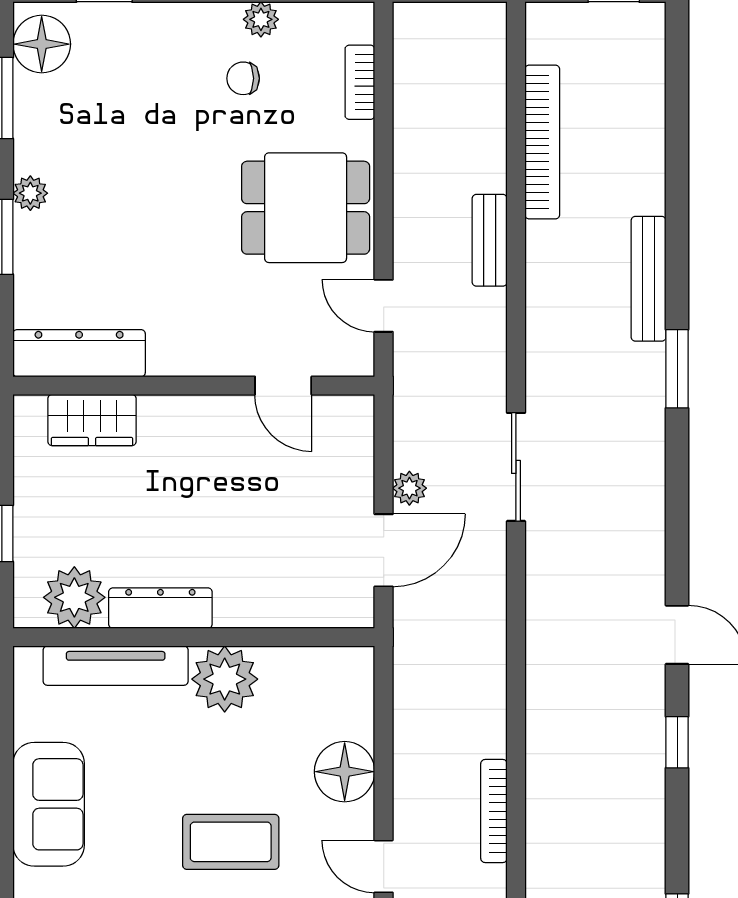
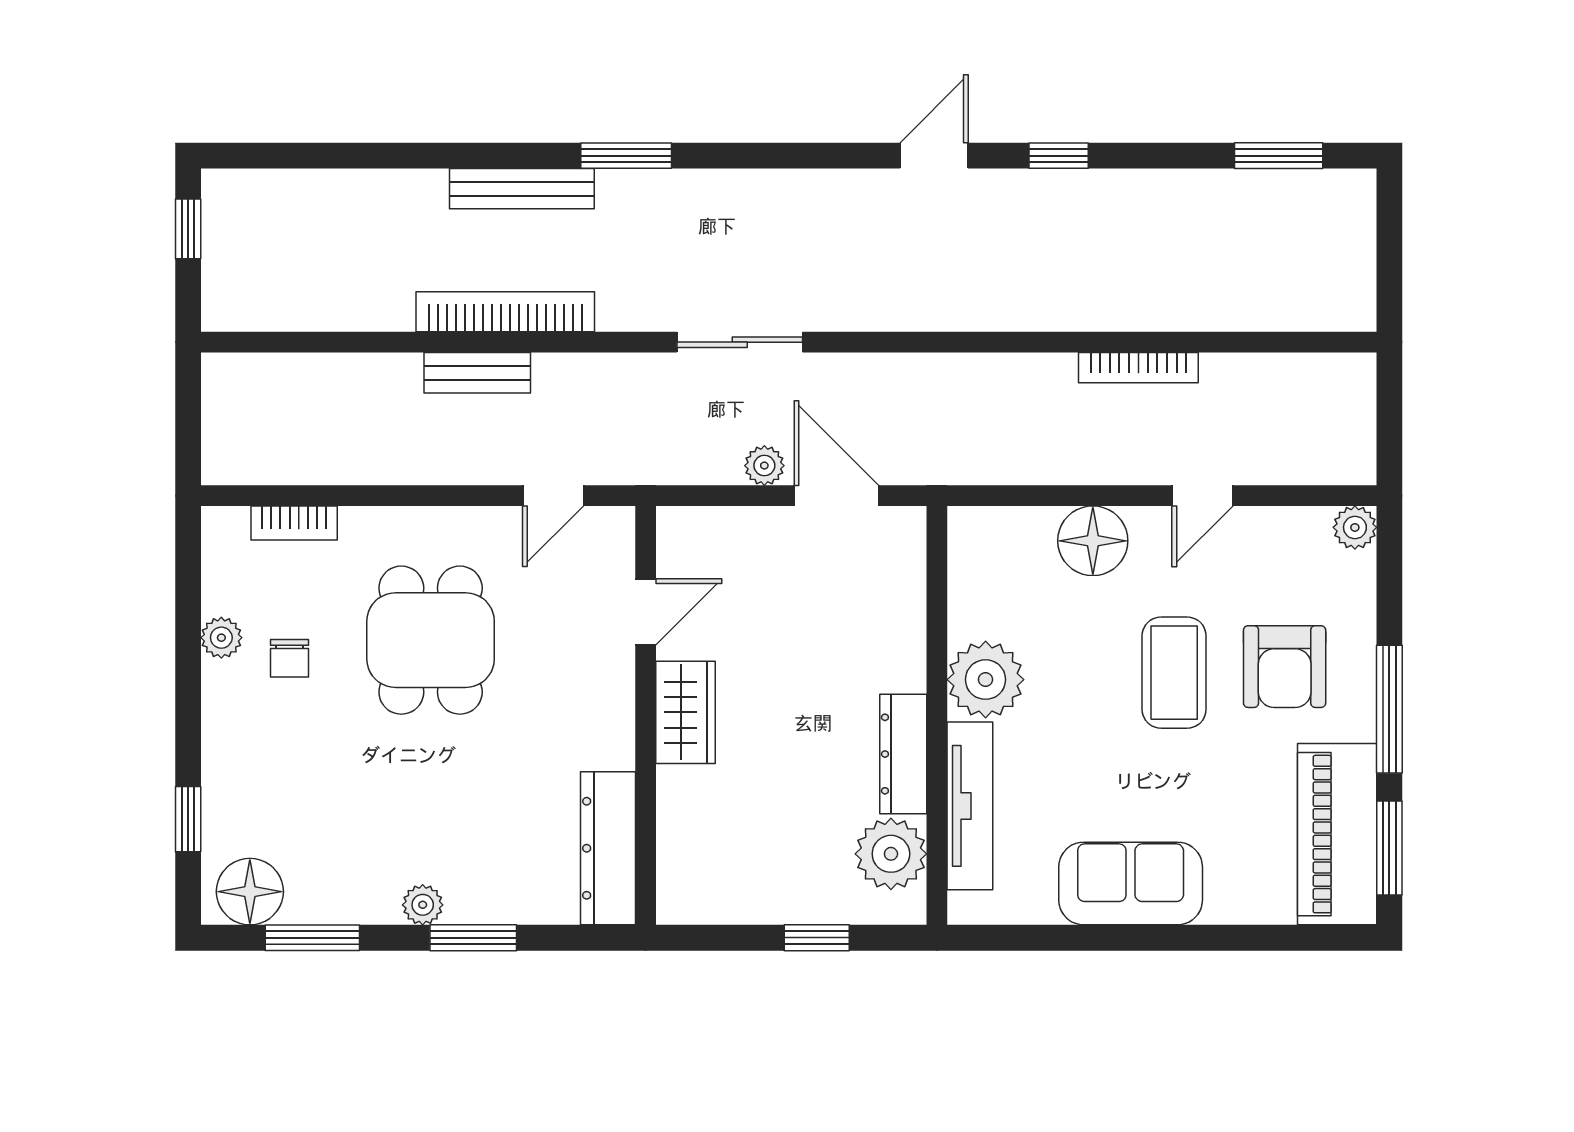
bookcase: (542, 142) -> (505, 312), moved
dining table: (306, 208) -> (431, 640), moved
wardrobe: (92, 420) -> (685, 712), moved

